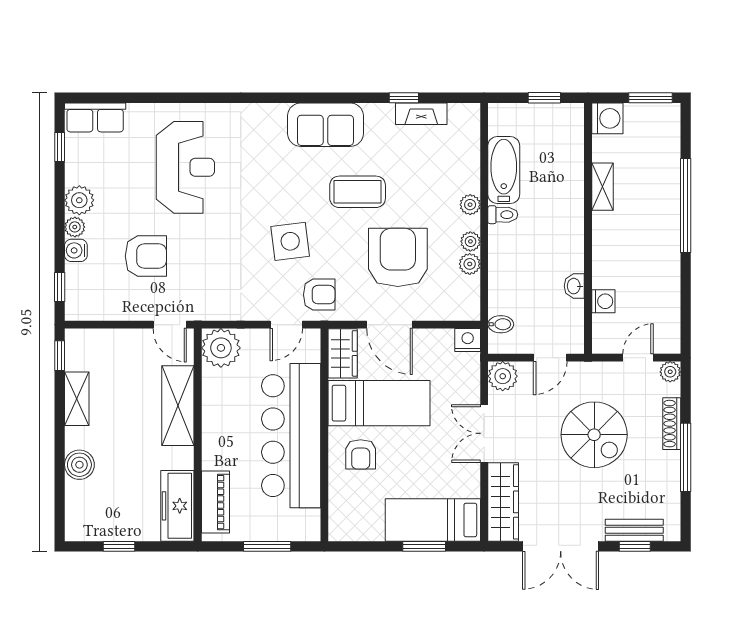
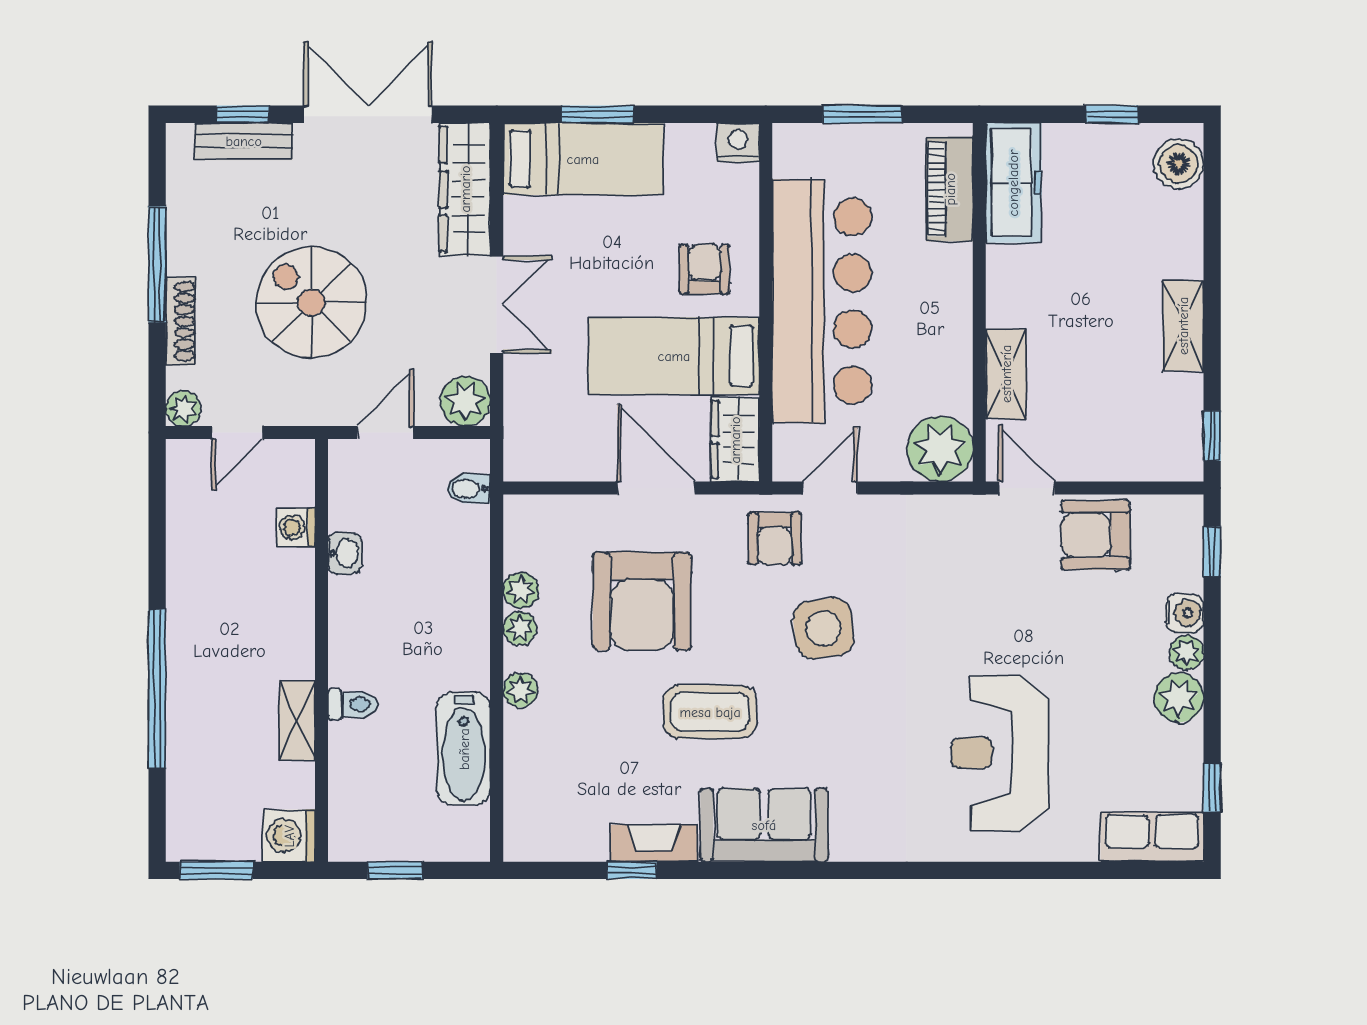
fireplace: (421, 114) -> (654, 843), moved
toilet: (503, 215) -> (353, 704), moved, turned 180
armchair: (146, 256) -> (1095, 535), moved
armchair: (319, 295) -> (775, 539), turned -90
nightstand: (468, 340) -> (738, 142), moved, turned 180
shelving: (77, 399) -> (1183, 326), moved
shelving: (178, 406) -> (1006, 374), width x0.67, depth x0.75
boiler: (79, 465) -> (1179, 164), moved

